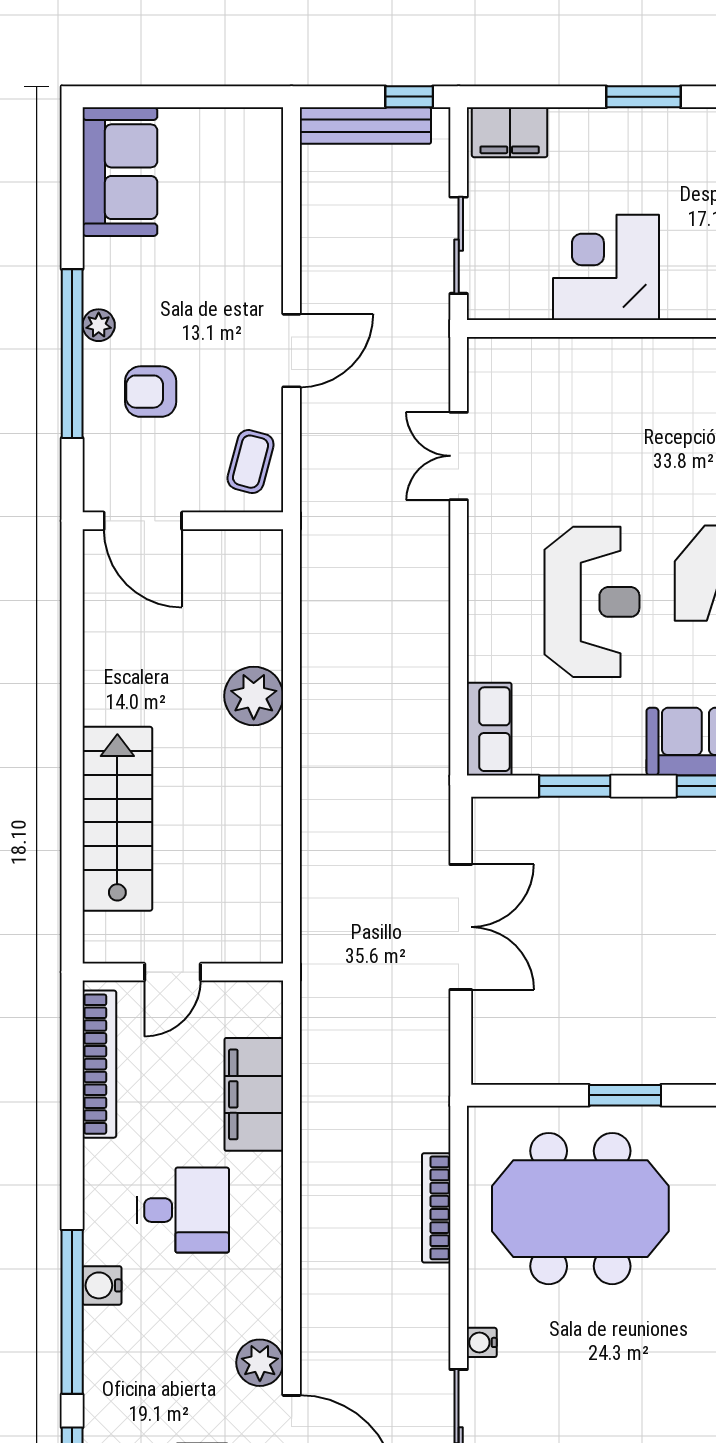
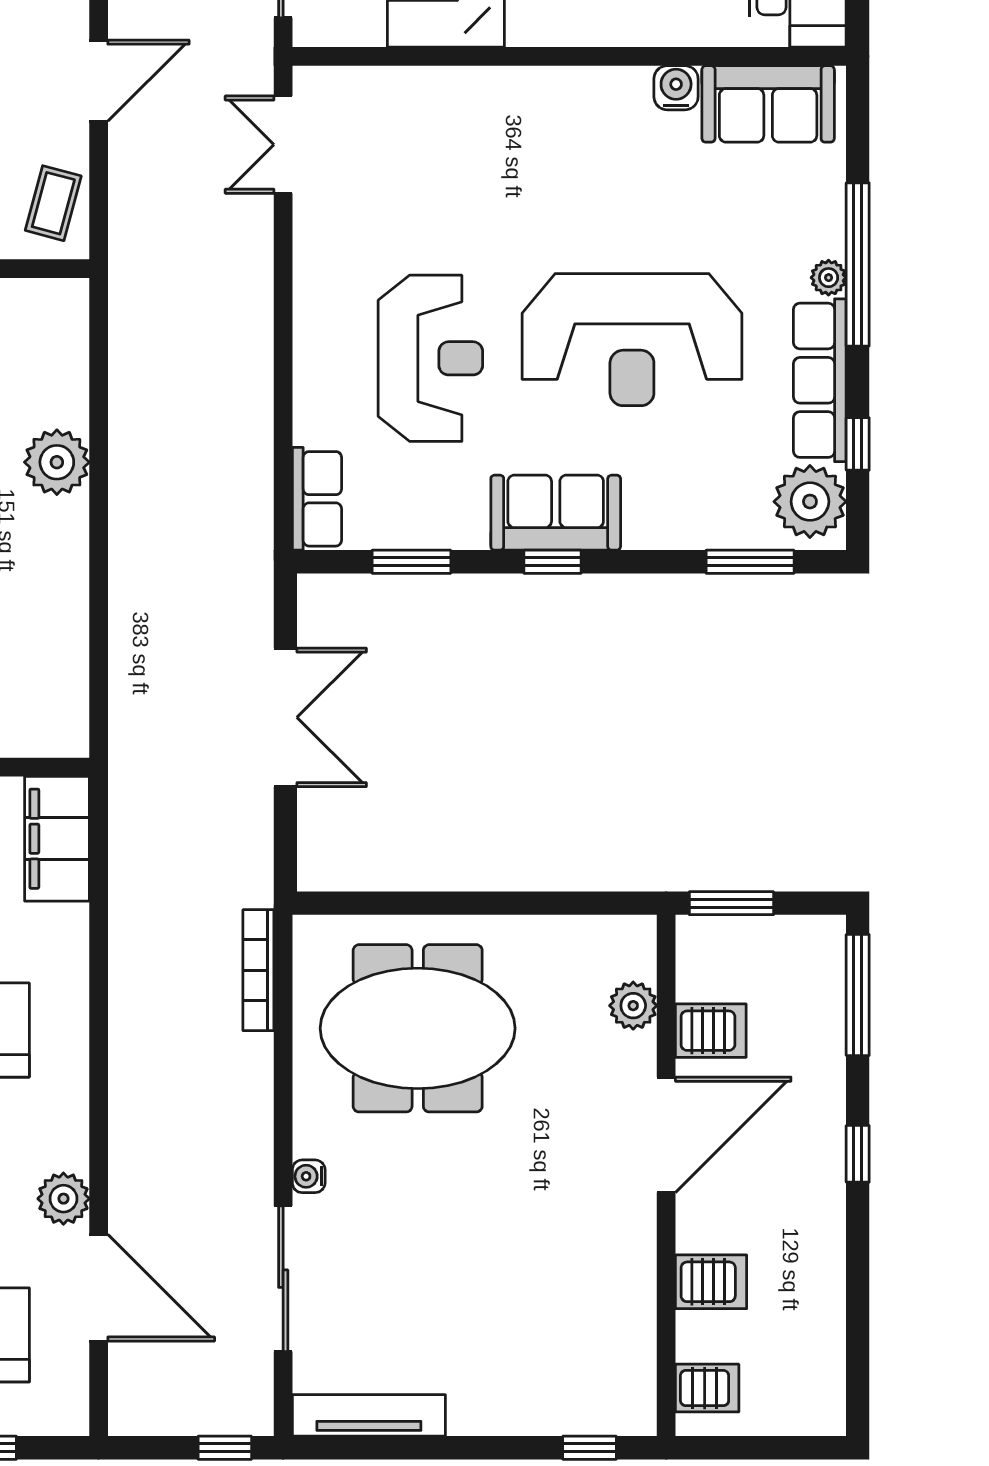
double door: (459, 456) -> (283, 145), moved
filing cabinet: (254, 1094) -> (57, 839), moved
window: (625, 1095) -> (467, 903), removed
bookcase: (436, 1208) -> (258, 970), moved

